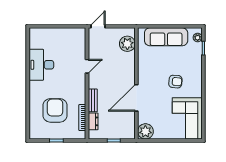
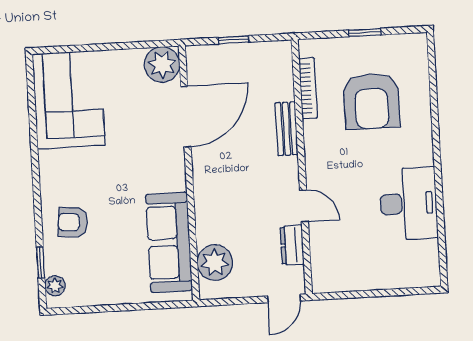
sofa: (166, 37) -> (169, 242), moved, turned -90
door: (87, 66) -> (304, 206), swing flipped
armchair: (175, 82) -> (73, 222), moved
door: (136, 98) -> (186, 117), moved
dresser: (93, 121) -> (292, 245), moved

